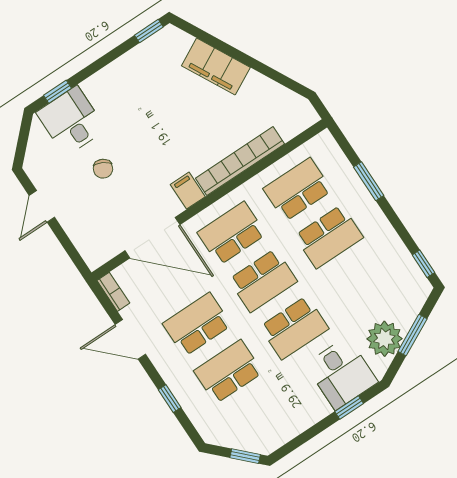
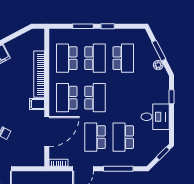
window: (423, 264) -> (108, 26), moved
school desk: (294, 328) -> (123, 58), moved
plant: (384, 339) -> (158, 65), width x0.53, depth x0.53
desk: (341, 373) -> (155, 117), moved
window: (170, 399) -> (118, 169), width x2.17

